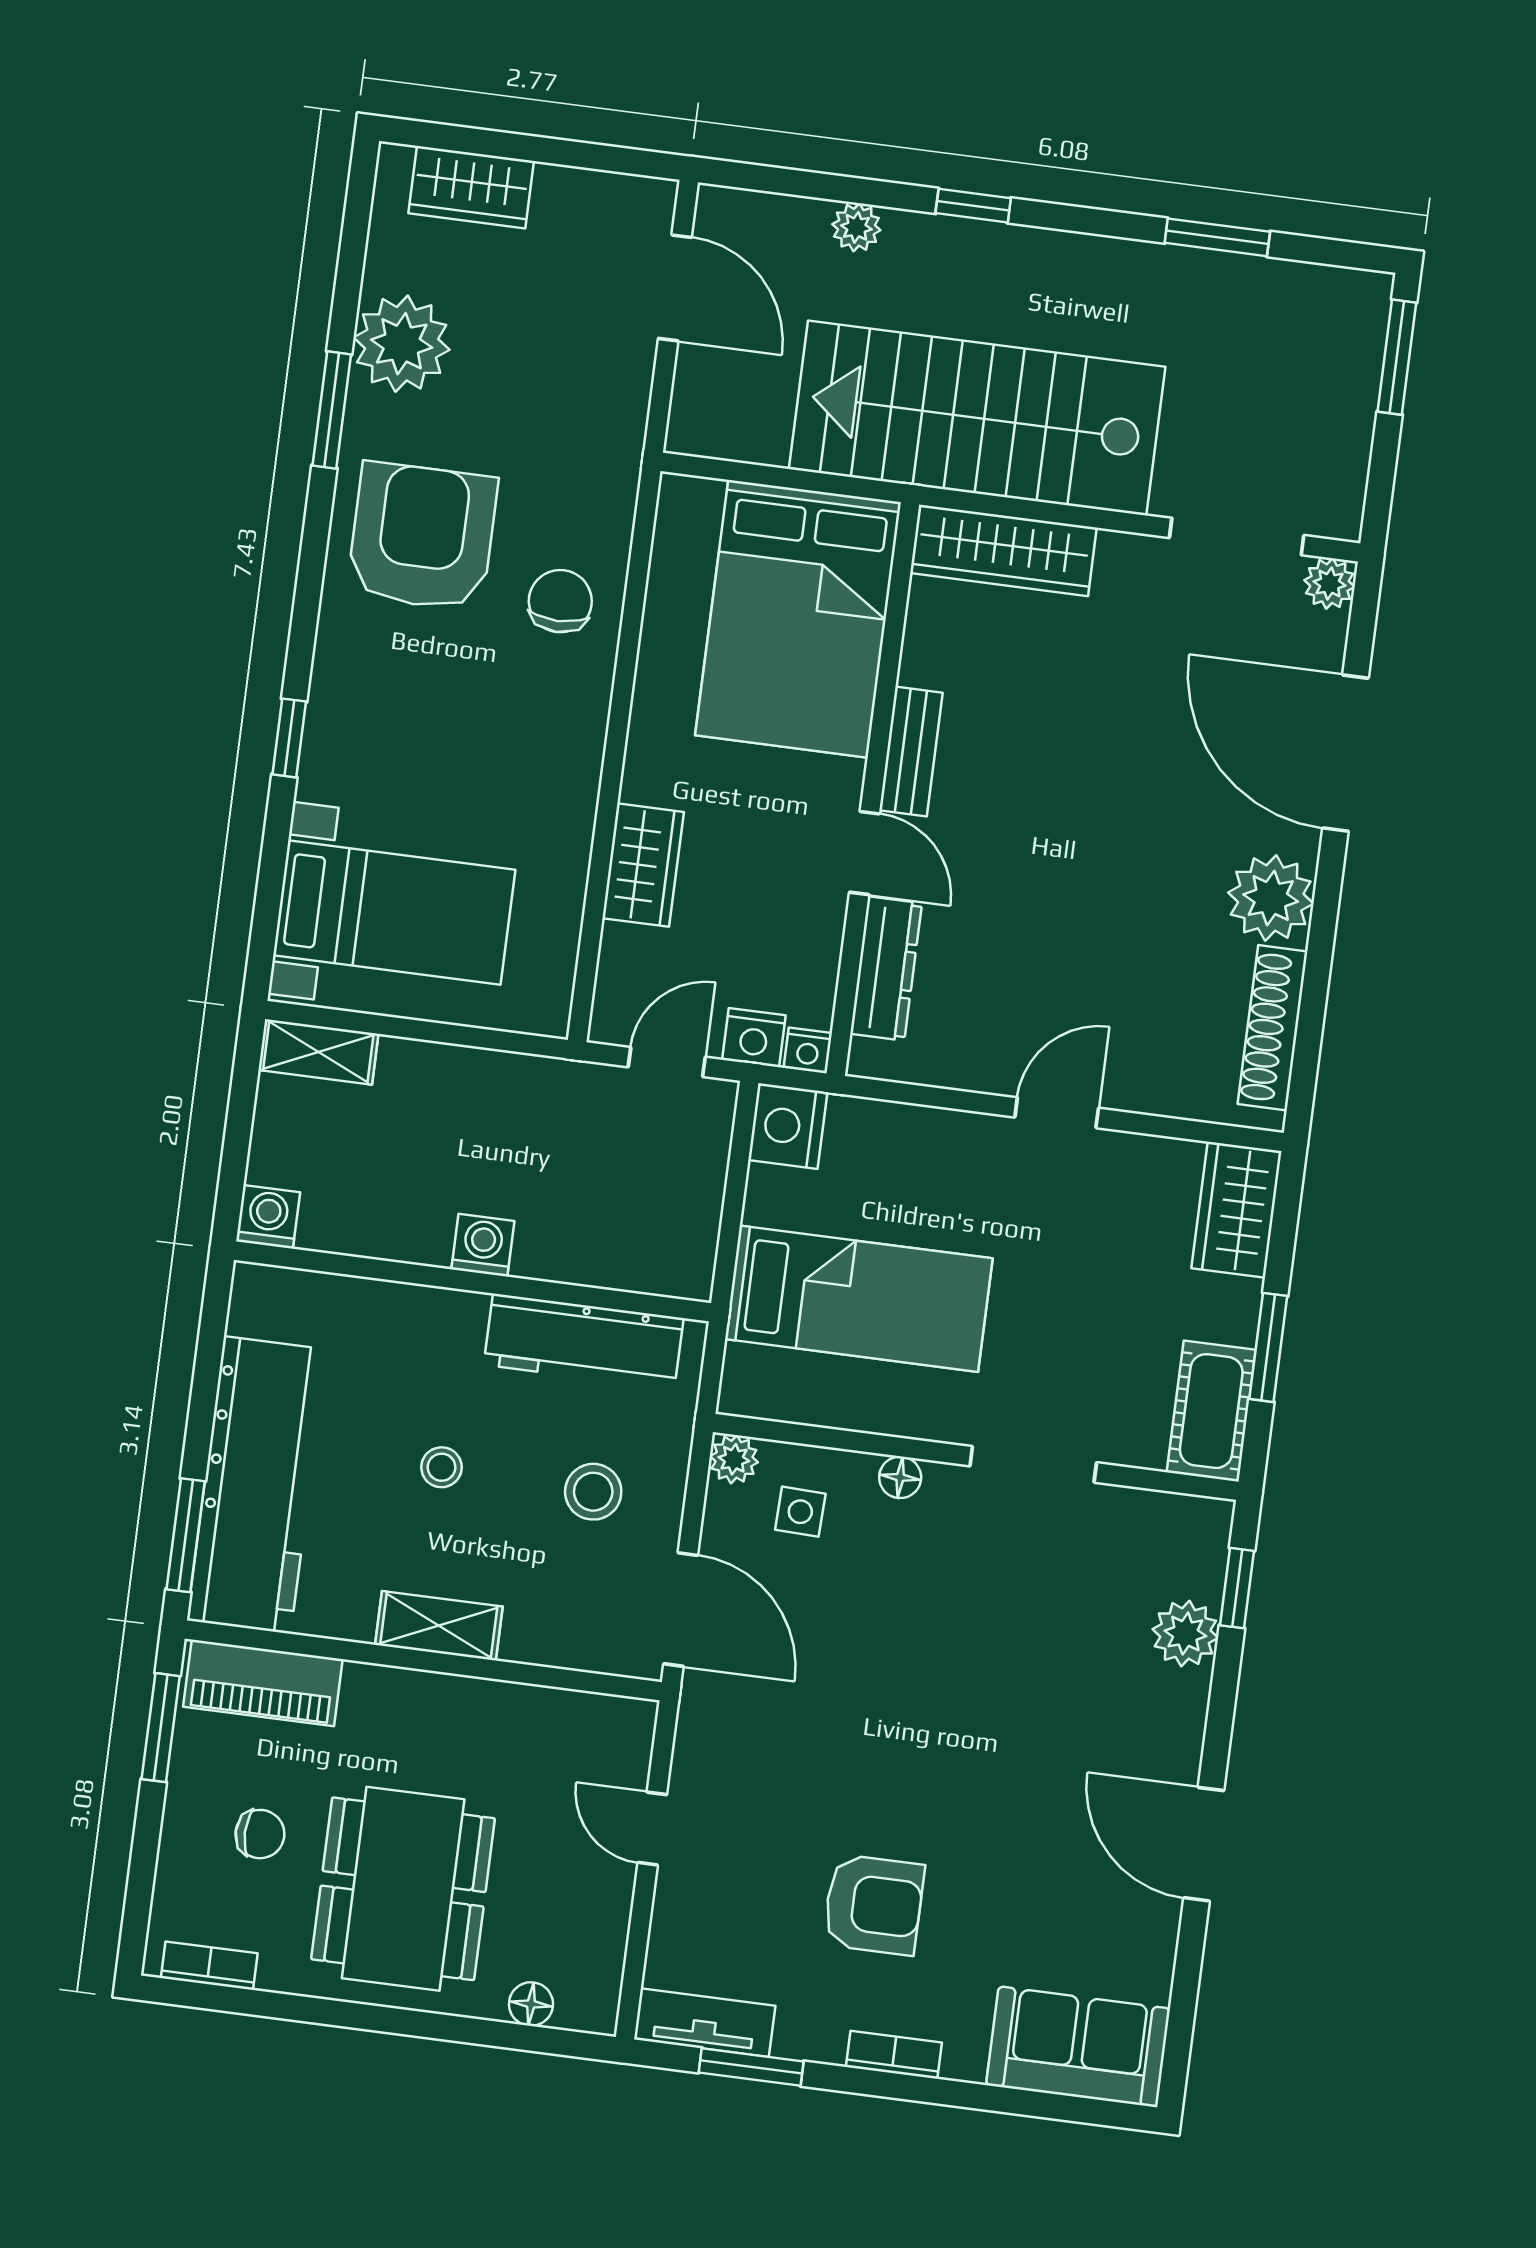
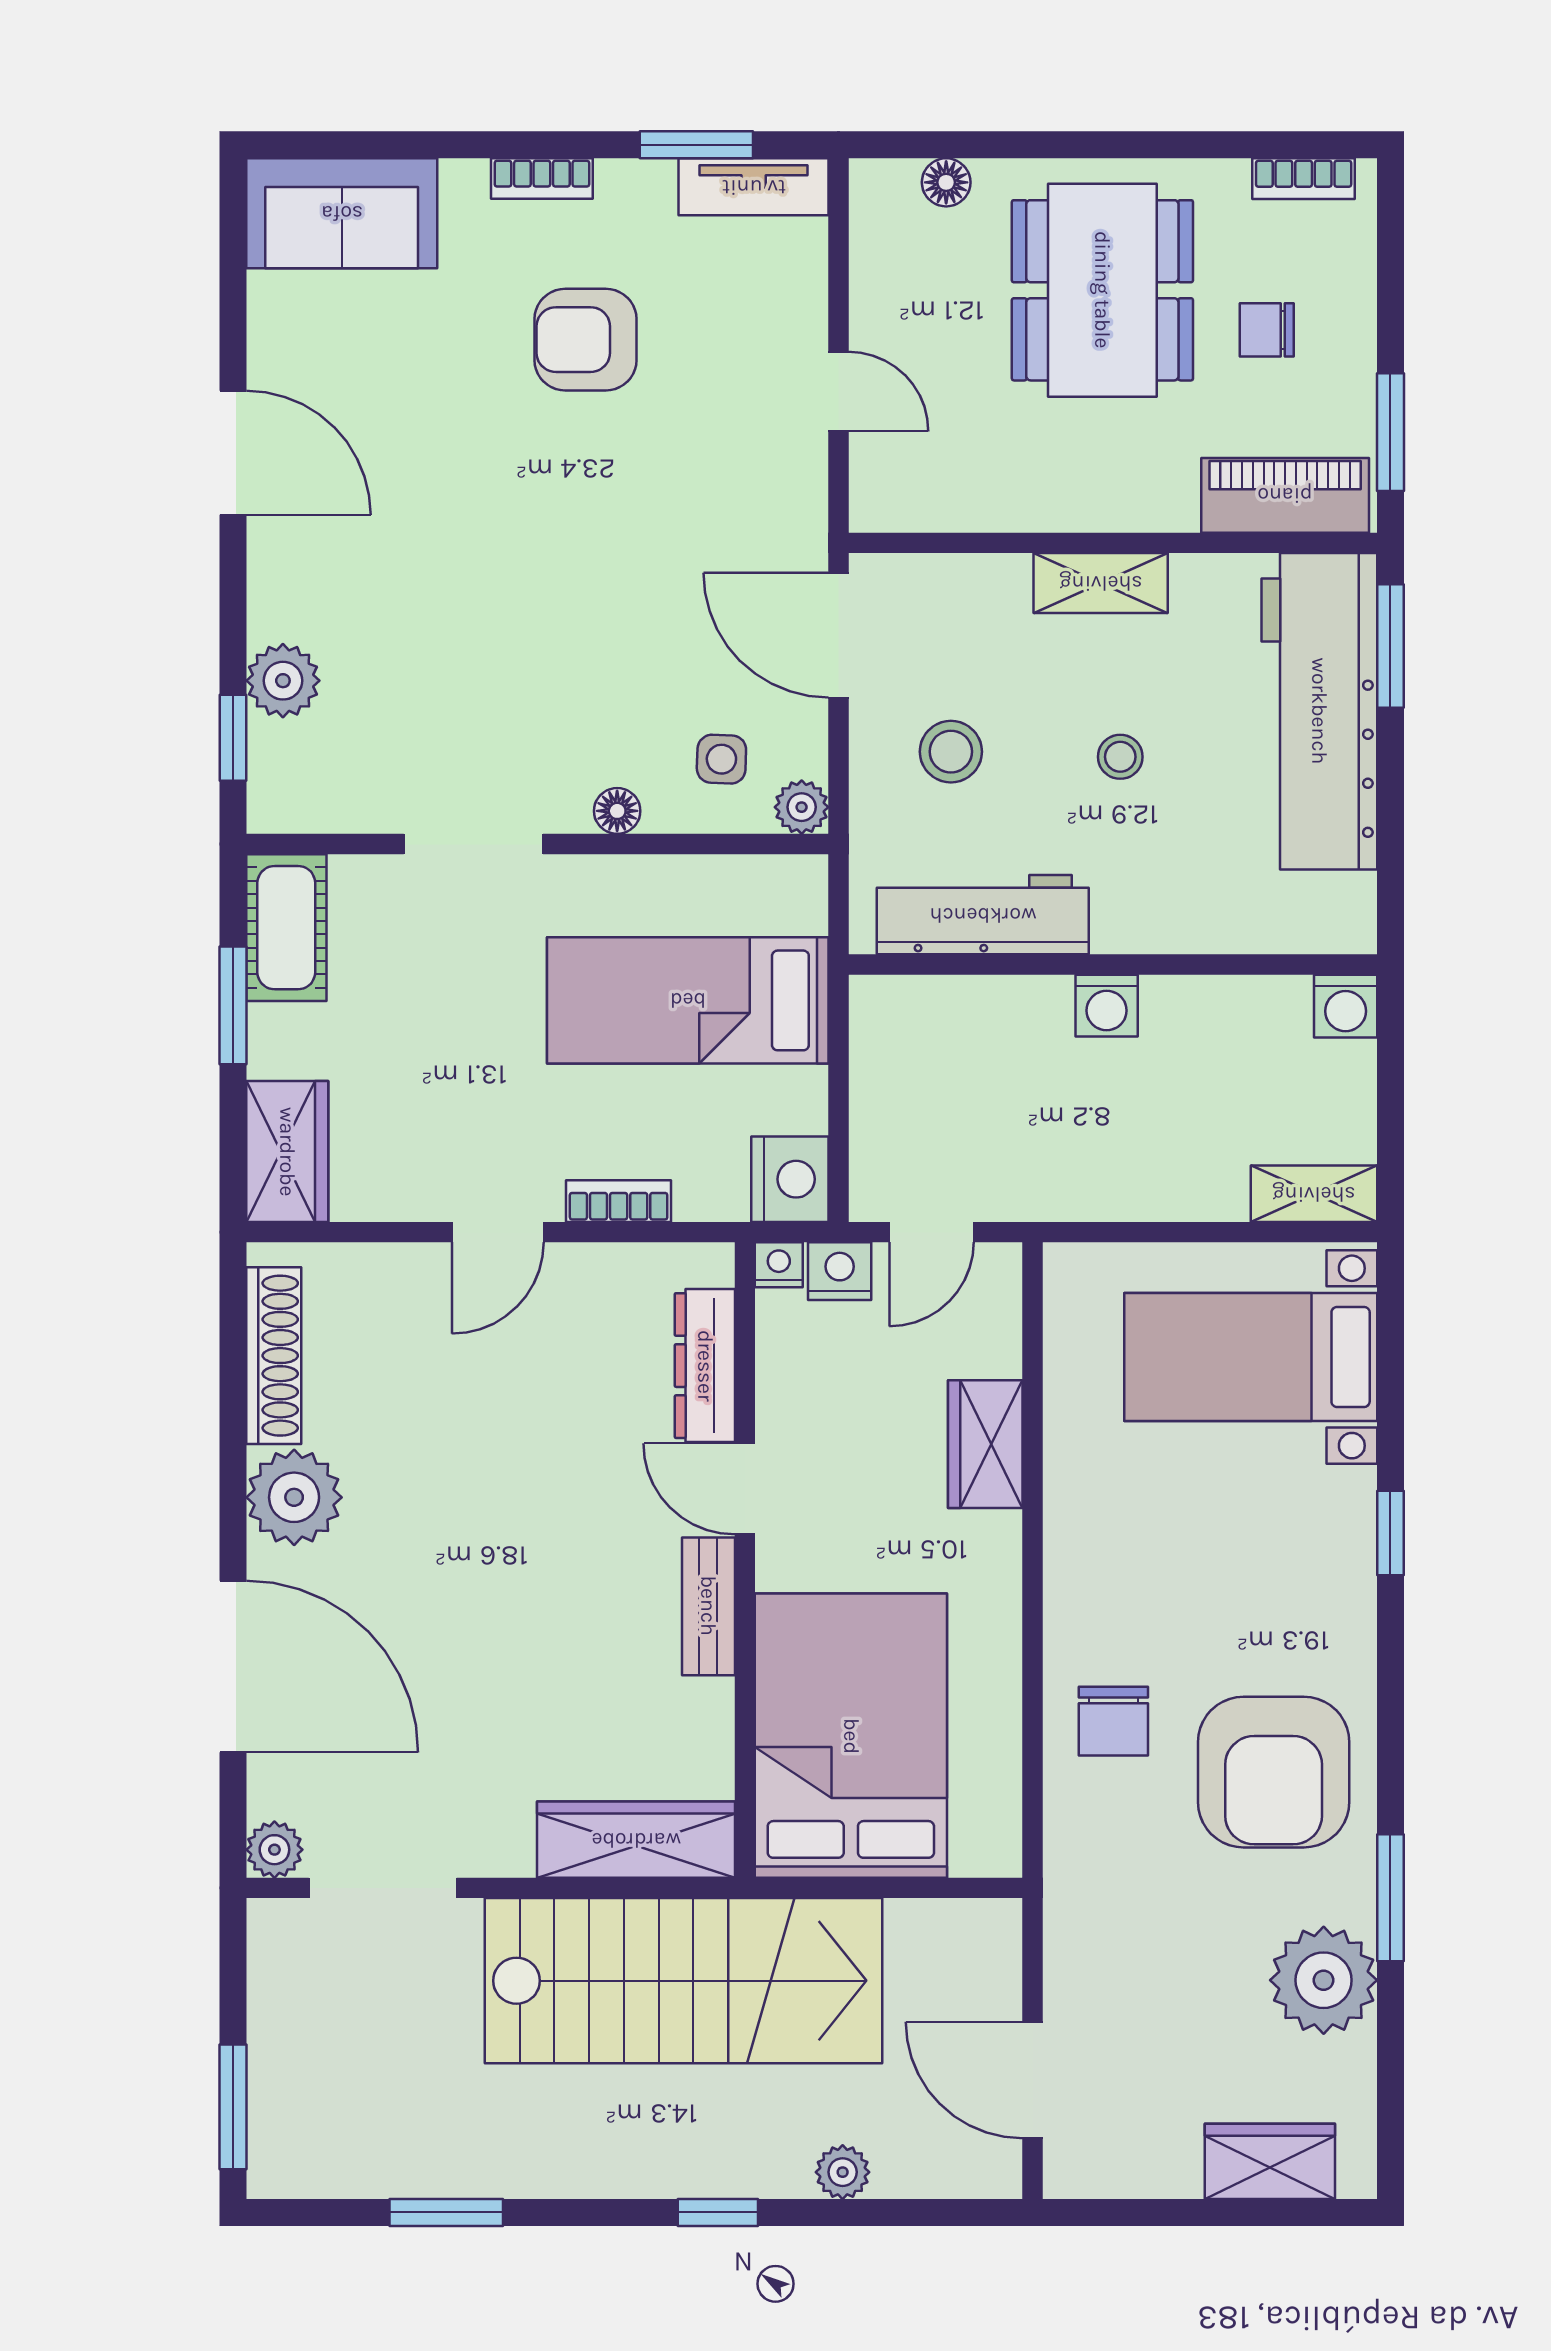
bookcase: (944, 1126) -> (619, 1201), added

